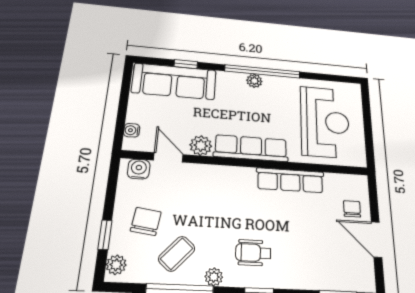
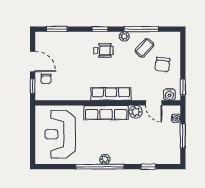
sofa: (174, 81) -> (154, 154), removed
window: (123, 103) -> (183, 136), added
row of seats: (290, 180) -> (111, 94), moved
window: (373, 198) -> (33, 86), added
window: (105, 235) -> (183, 87), moved
plant: (116, 265) -> (175, 41), removed

